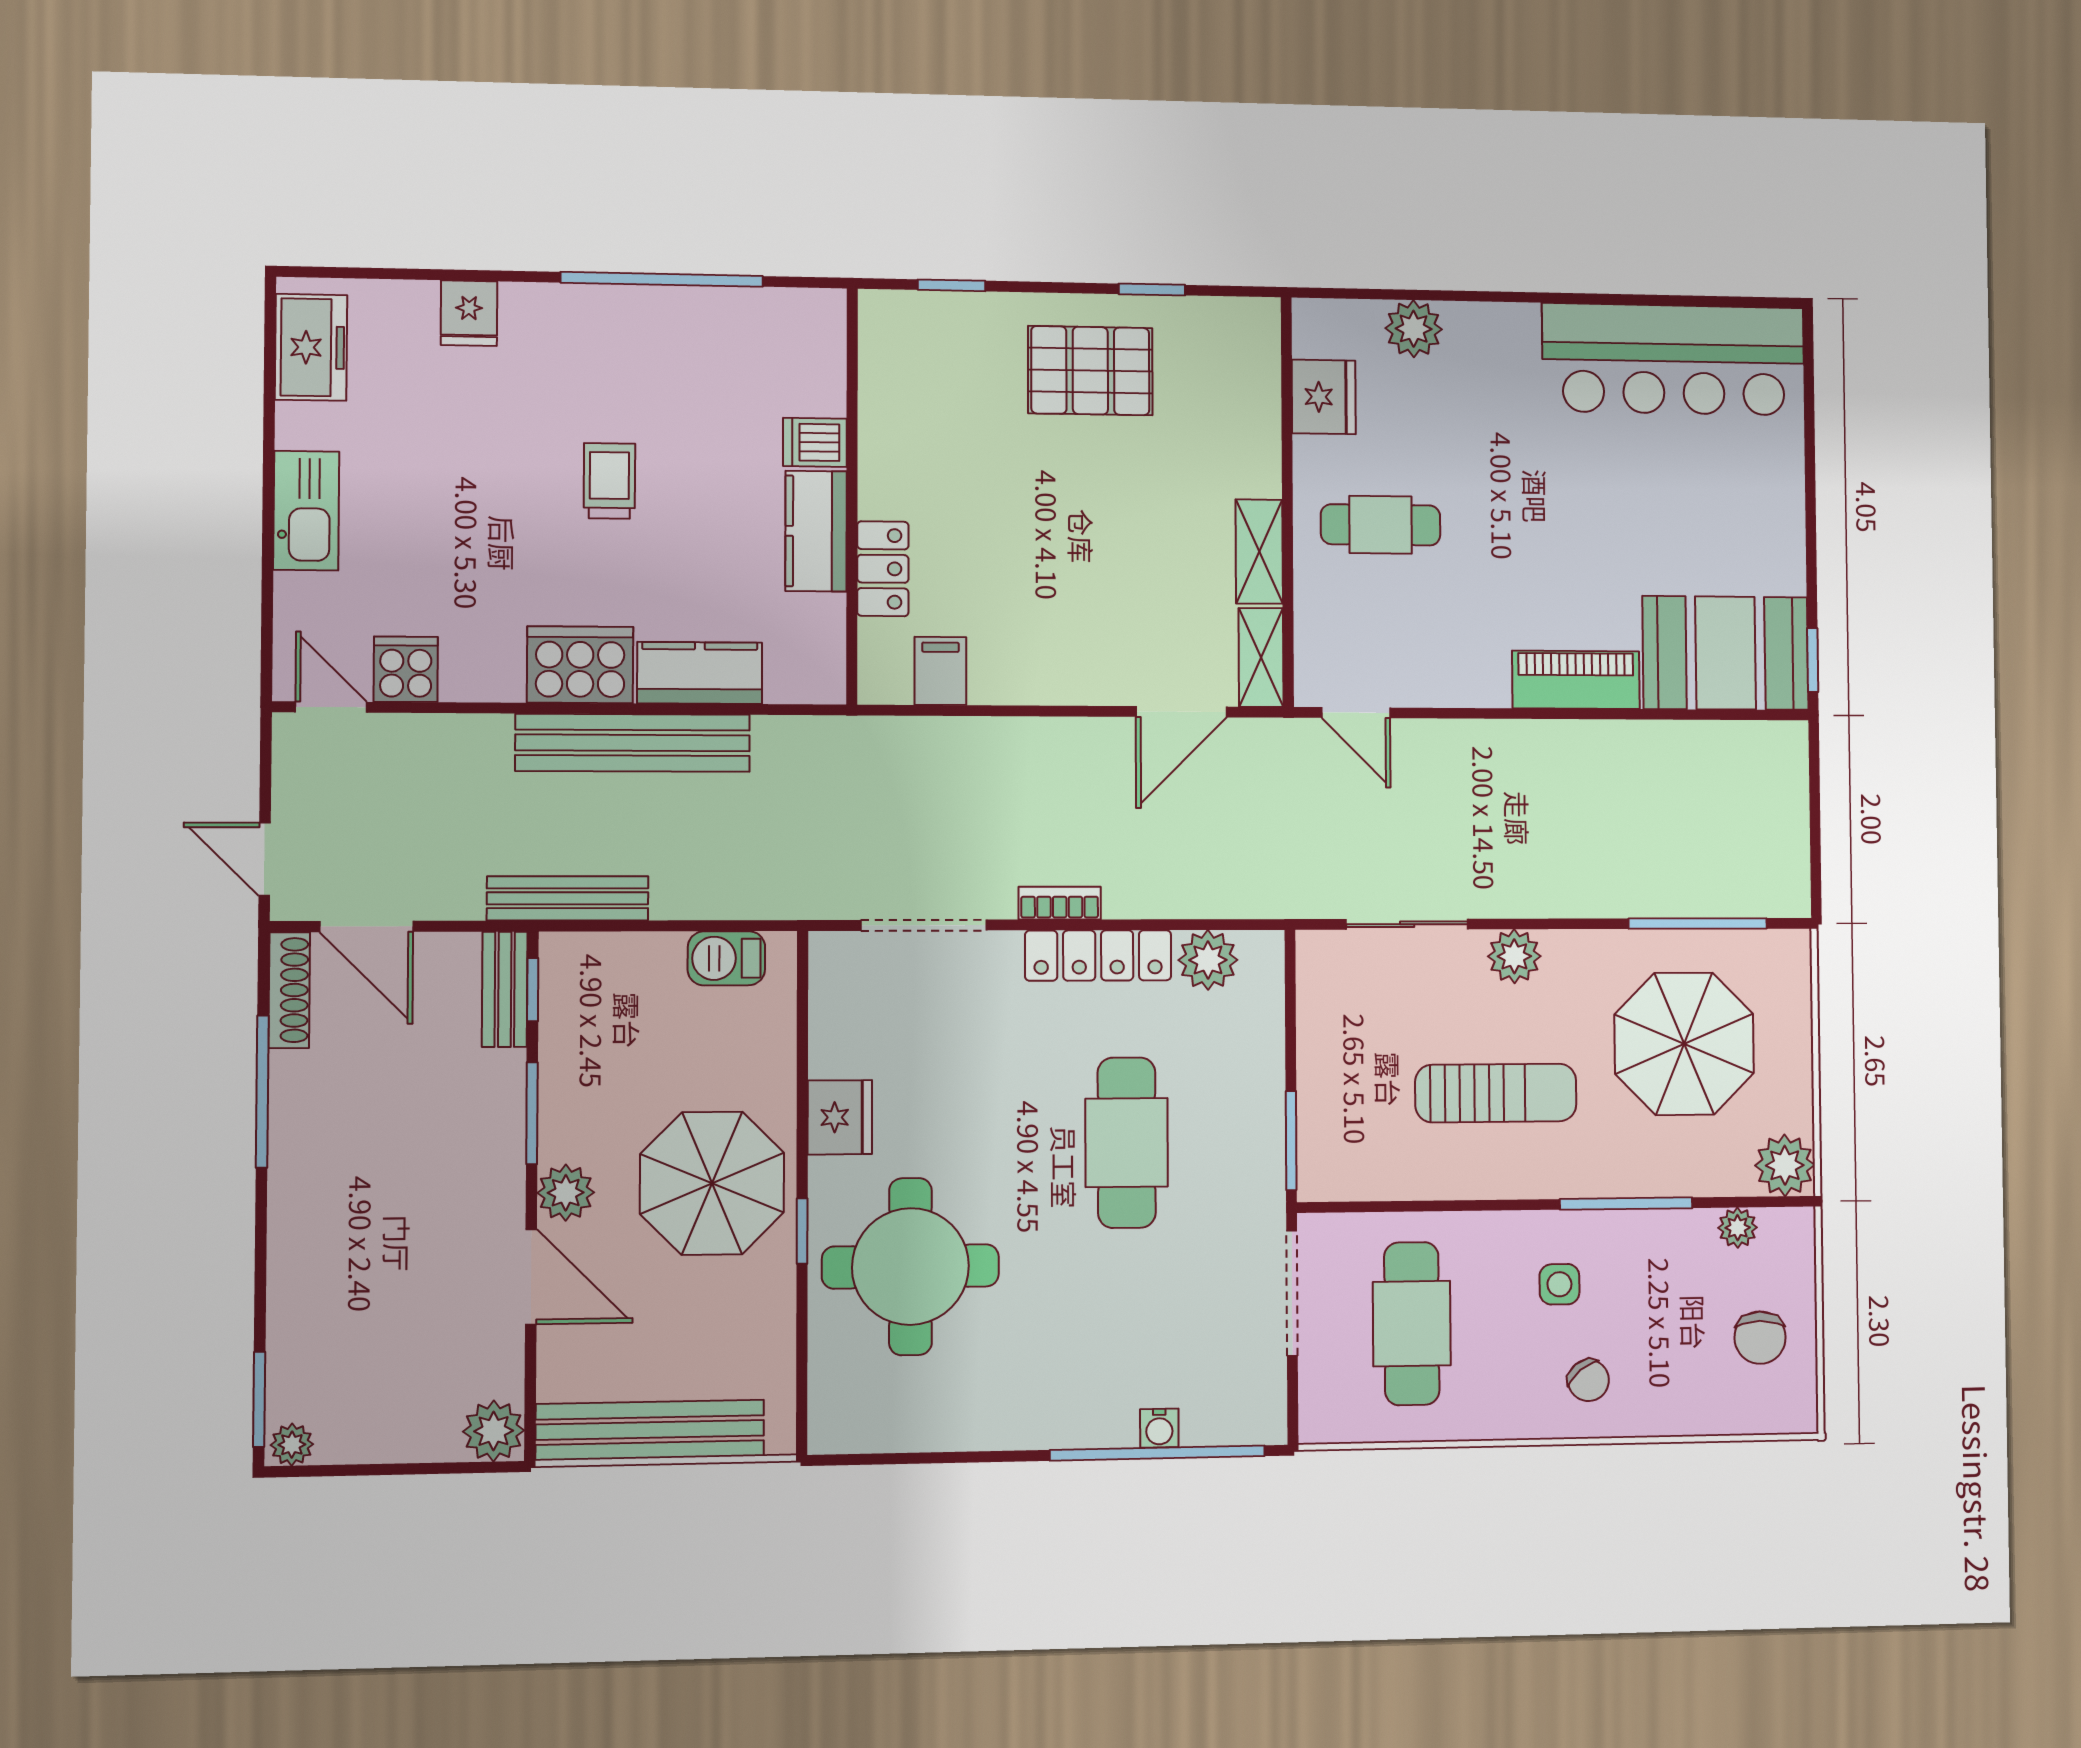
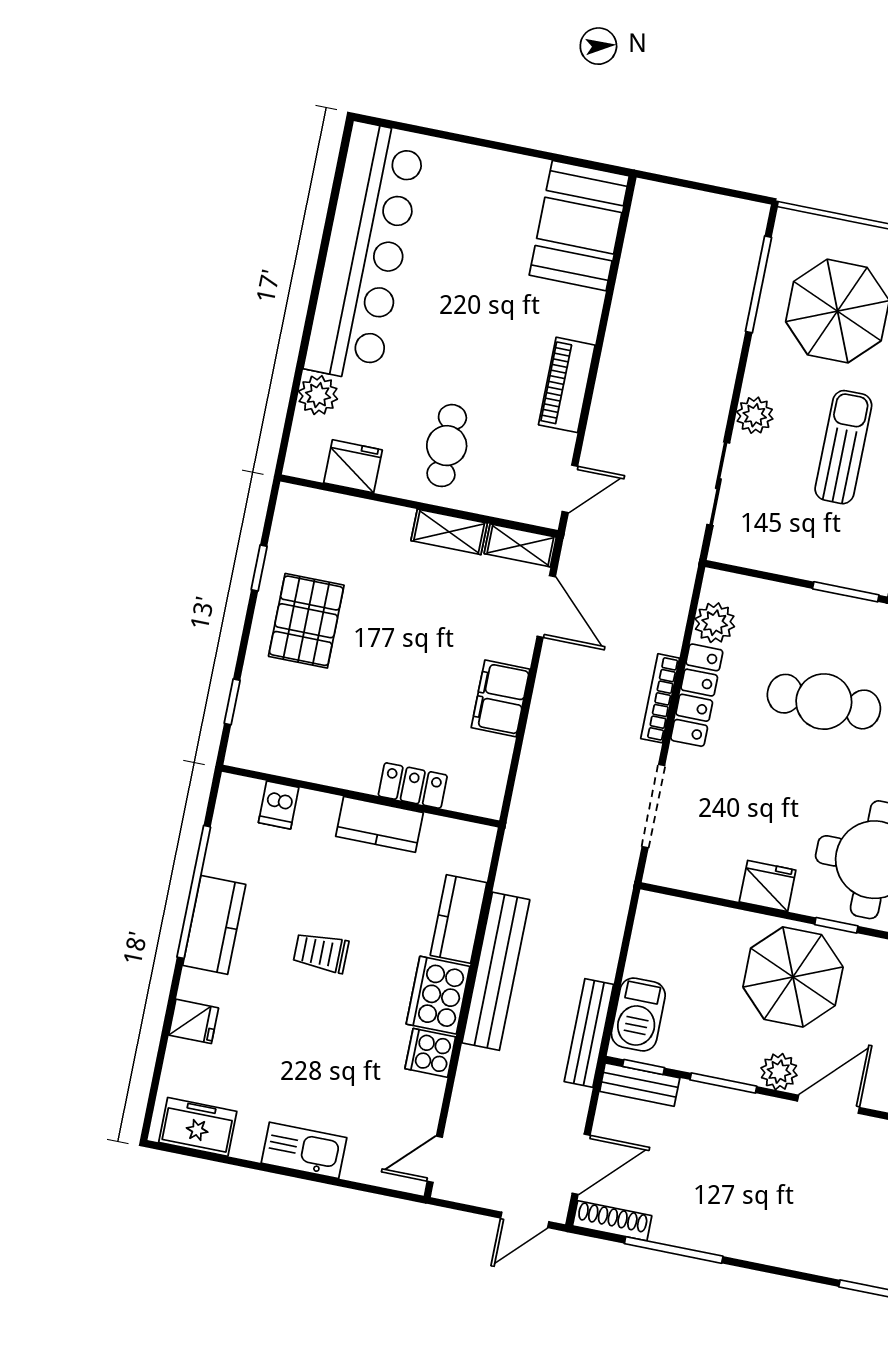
kitchen counter: (619, 318) -> (214, 925), added
bar counter: (1674, 359) -> (365, 252), width x1.36
dishwasher: (815, 442) -> (279, 805), moved
window: (1813, 660) -> (596, 166), removed
cooker: (406, 669) -> (430, 1053), moved
filing cabinet: (940, 671) -> (500, 698), moved, width x2.00
piano: (1576, 680) -> (567, 385), moved
bookcase: (1060, 903) -> (660, 698), width x1.56
barbecue: (726, 958) -> (638, 1015), moved, width x1.38, depth x1.27

